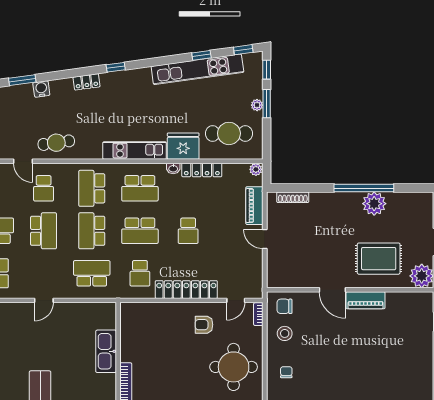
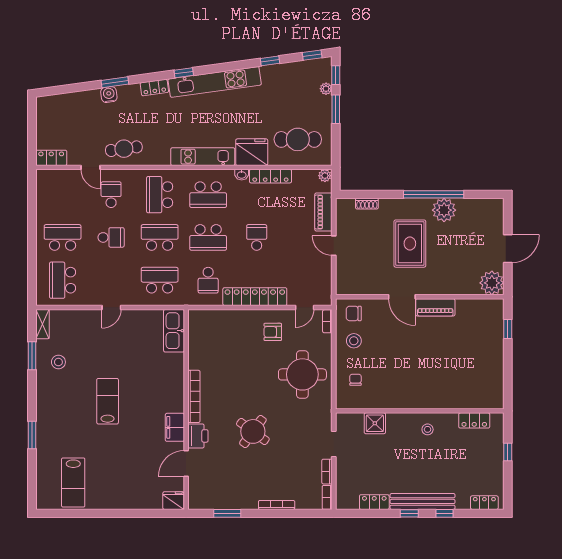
kitchen unit: (197, 69) -> (215, 82), moved
window: (22, 80) -> (115, 82), moved
plant: (257, 105) -> (326, 89), moved
school desk: (44, 188) -> (111, 195), turned 180
shoe rack: (293, 197) -> (367, 204), width x0.70
school desk: (44, 231) -> (111, 237), width x0.54
school desk: (92, 231) -> (160, 237), turned 90
school desk: (188, 231) -> (257, 237), turned 180
rug: (379, 259) -> (410, 244), moved, turned 90
kitchen sink: (106, 351) -> (174, 331), moved

